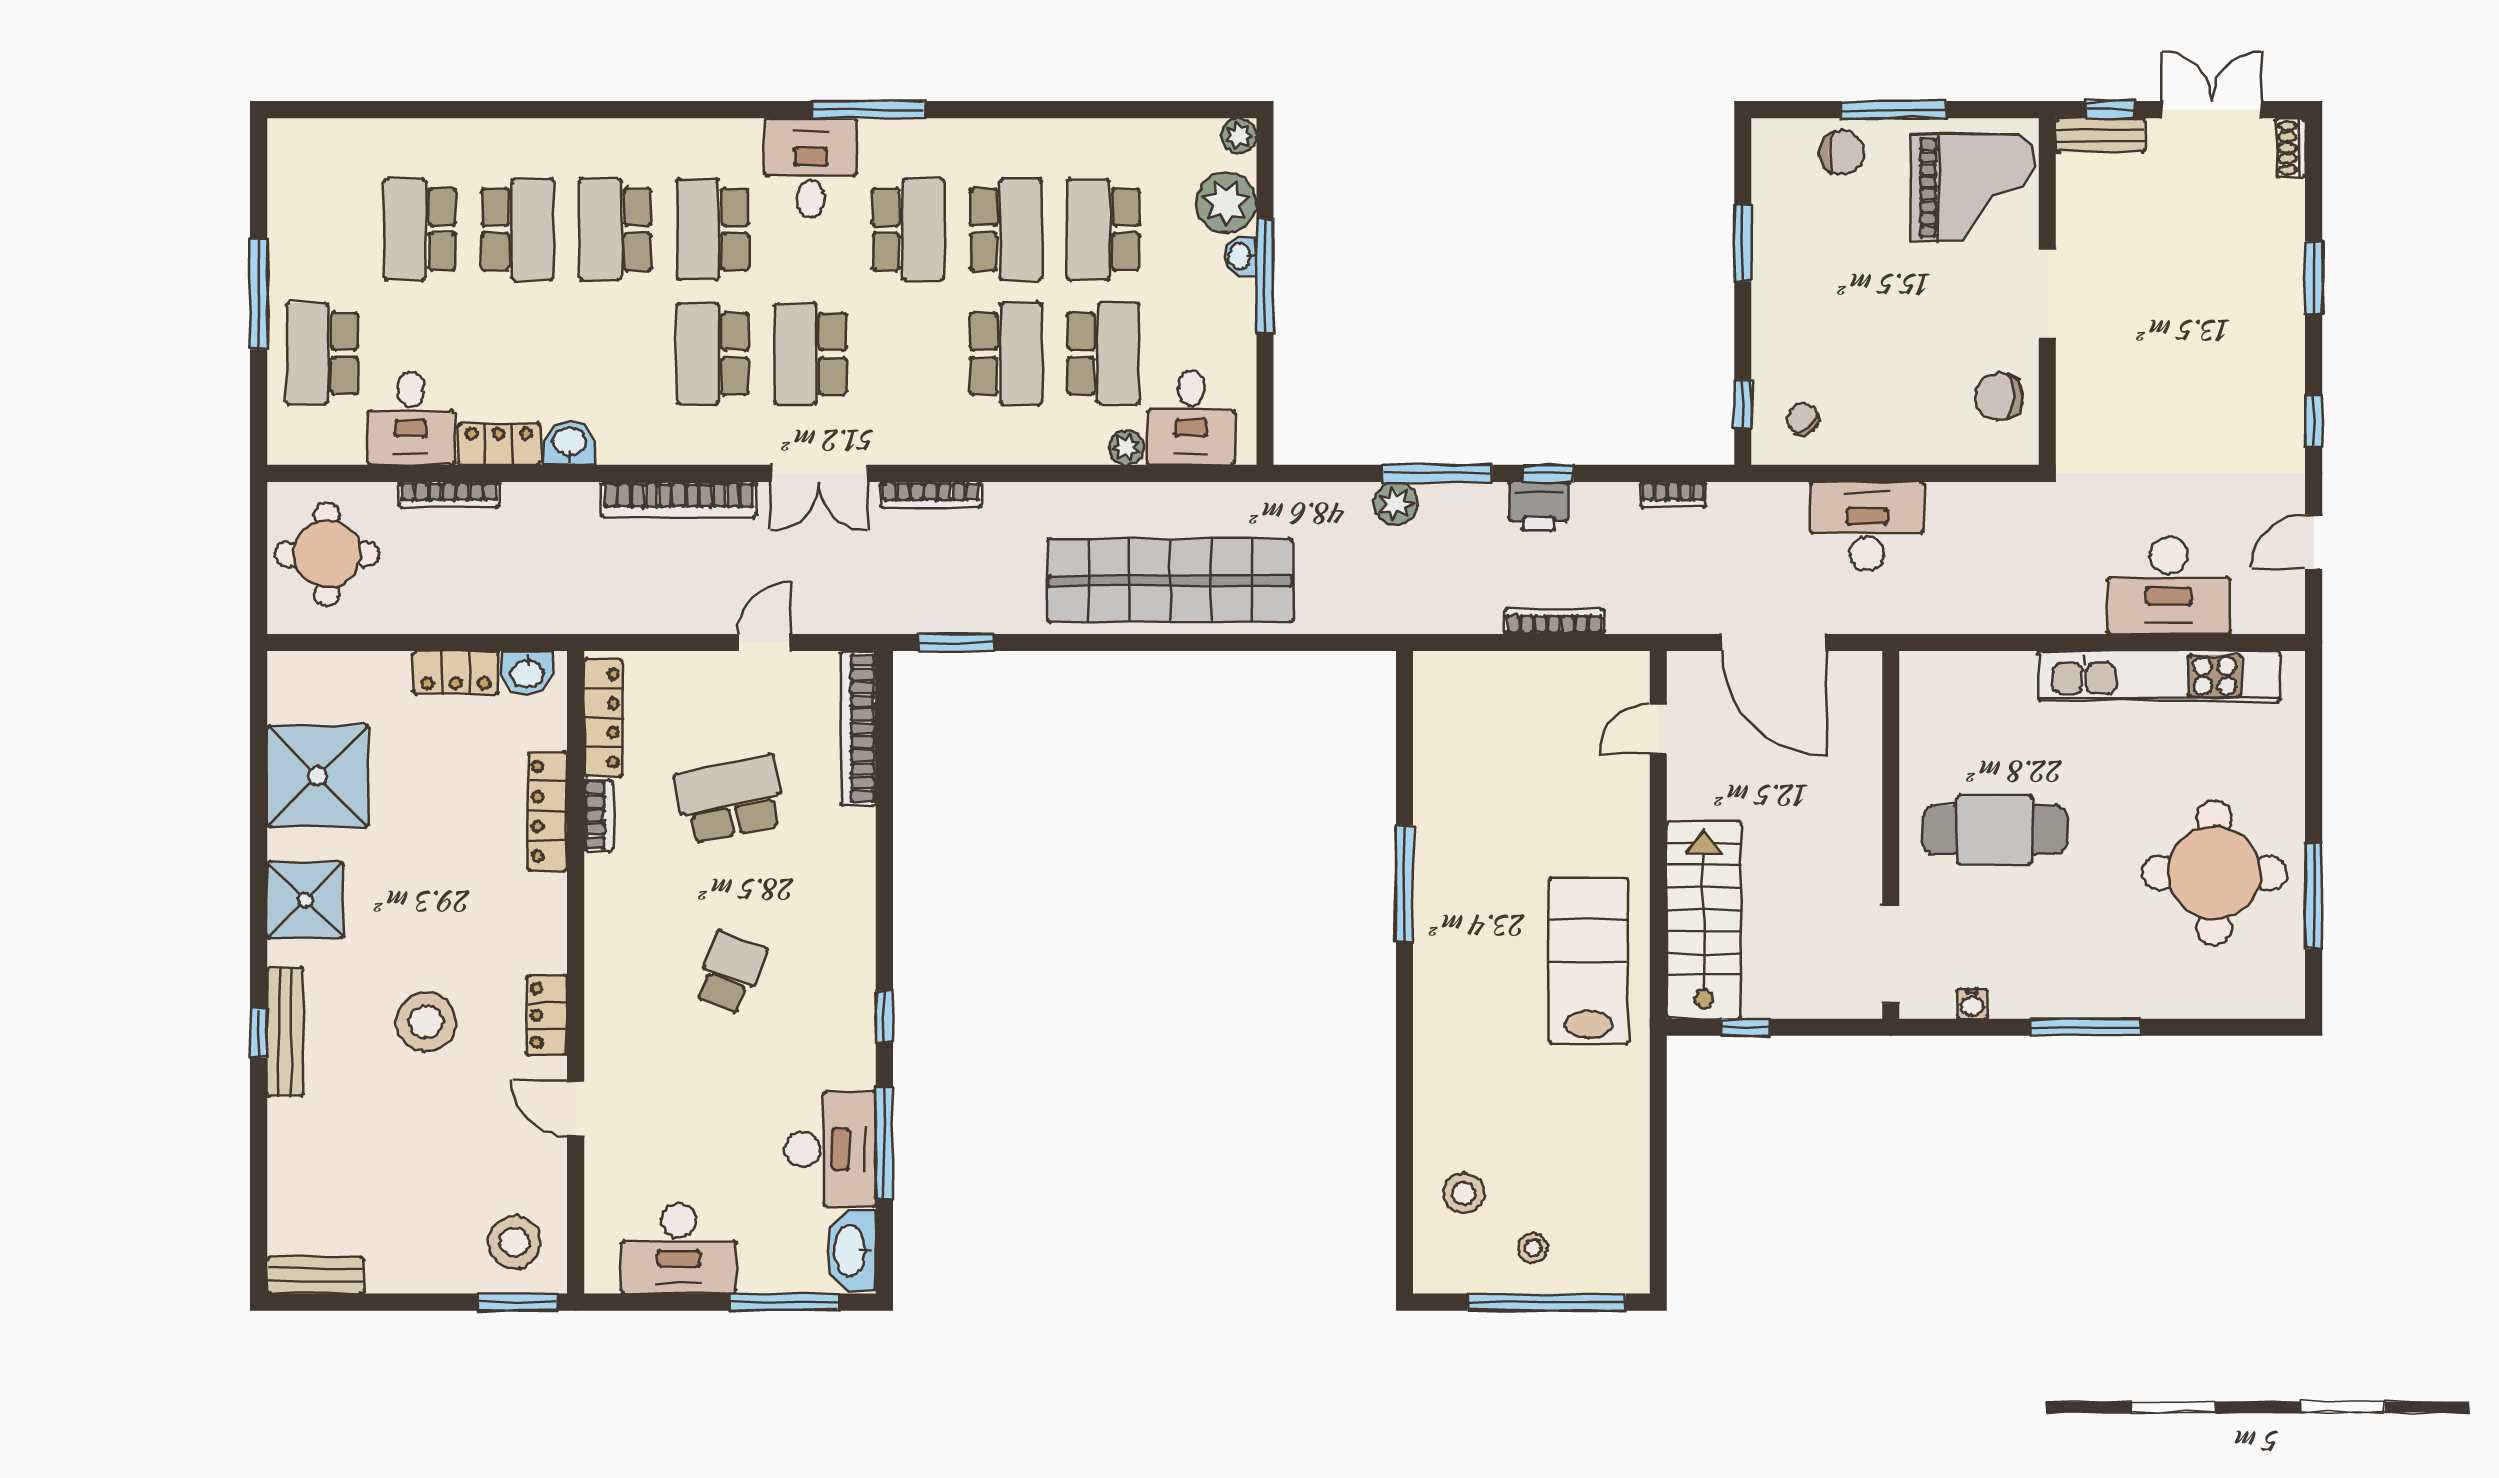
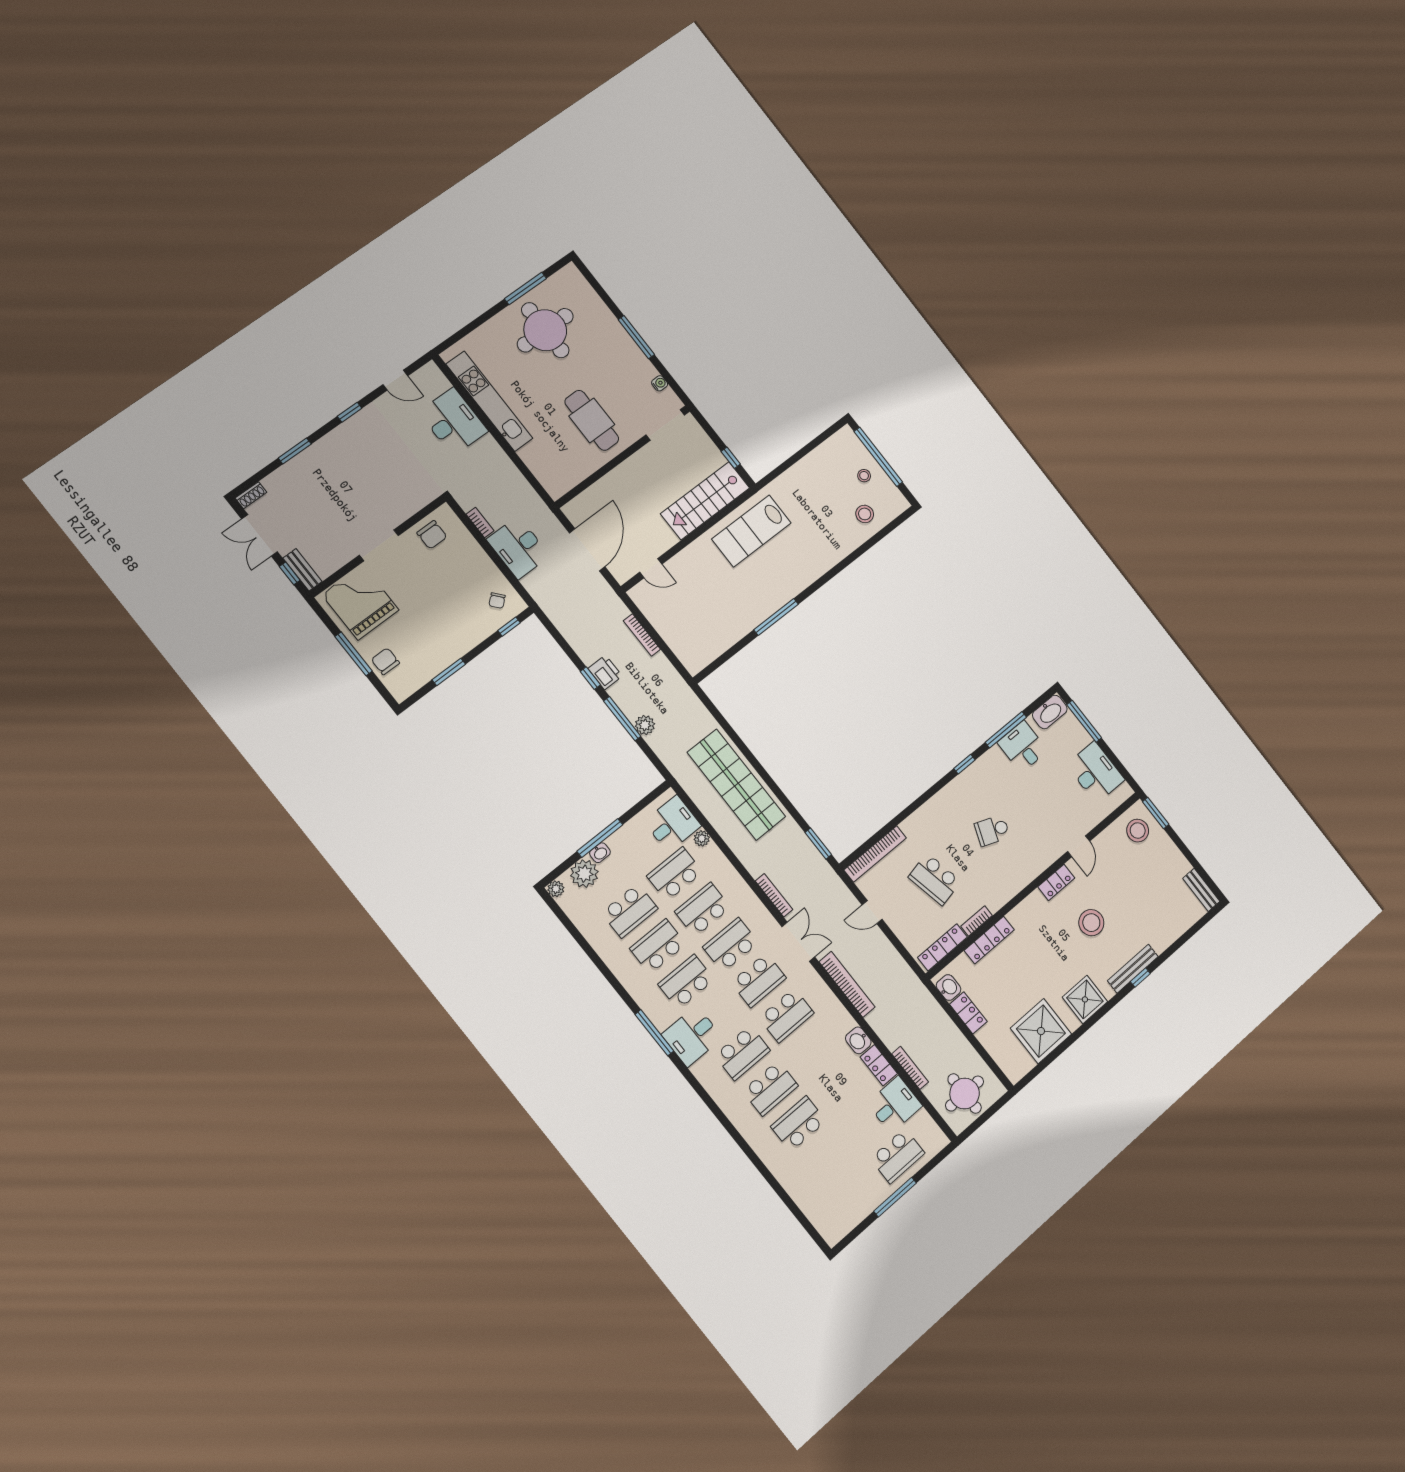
school desk: (420, 229) -> (731, 945), moved, turned 180
bookcase: (1673, 495) -> (480, 522), moved
desk: (831, 1149) -> (1023, 747), width x0.73

